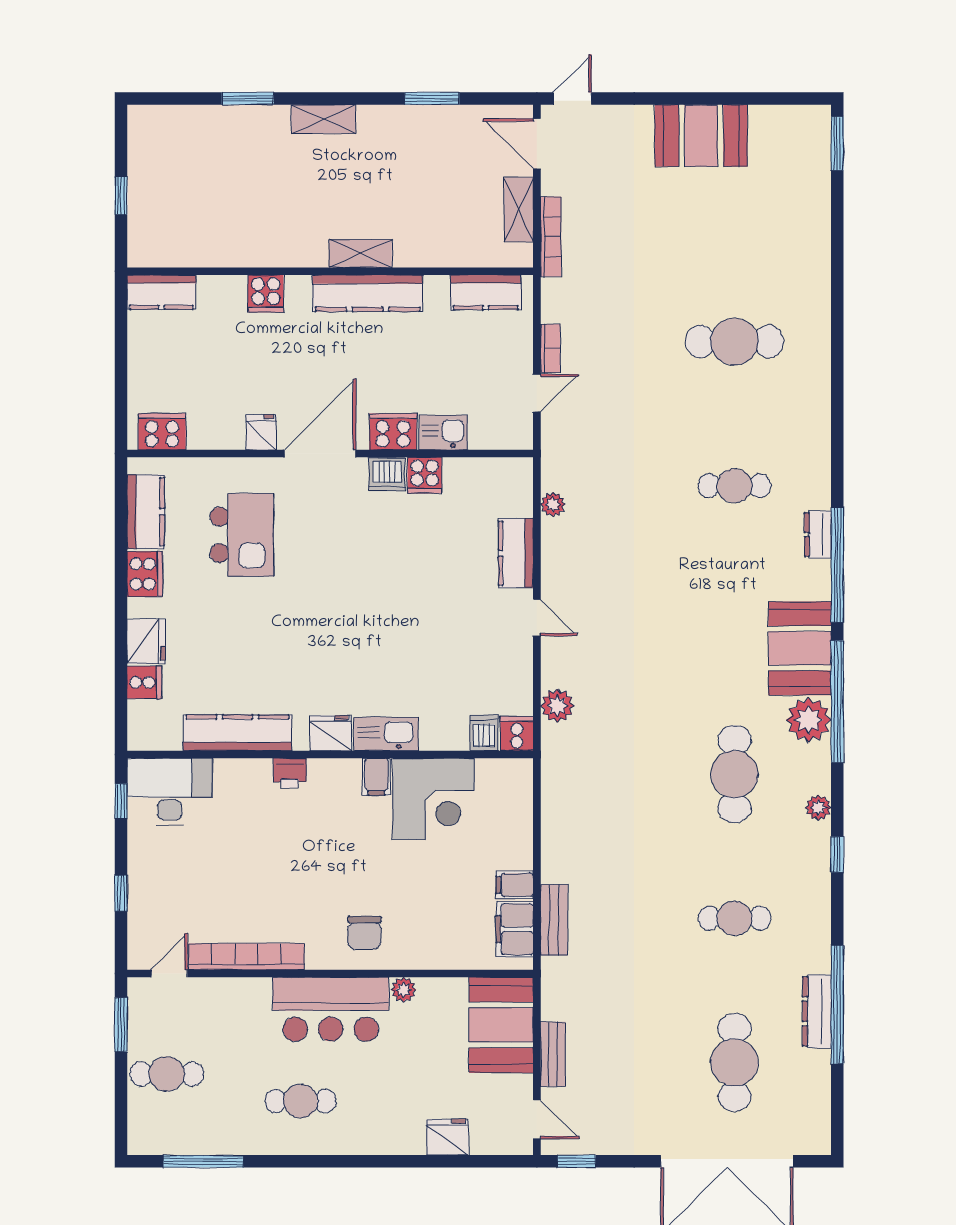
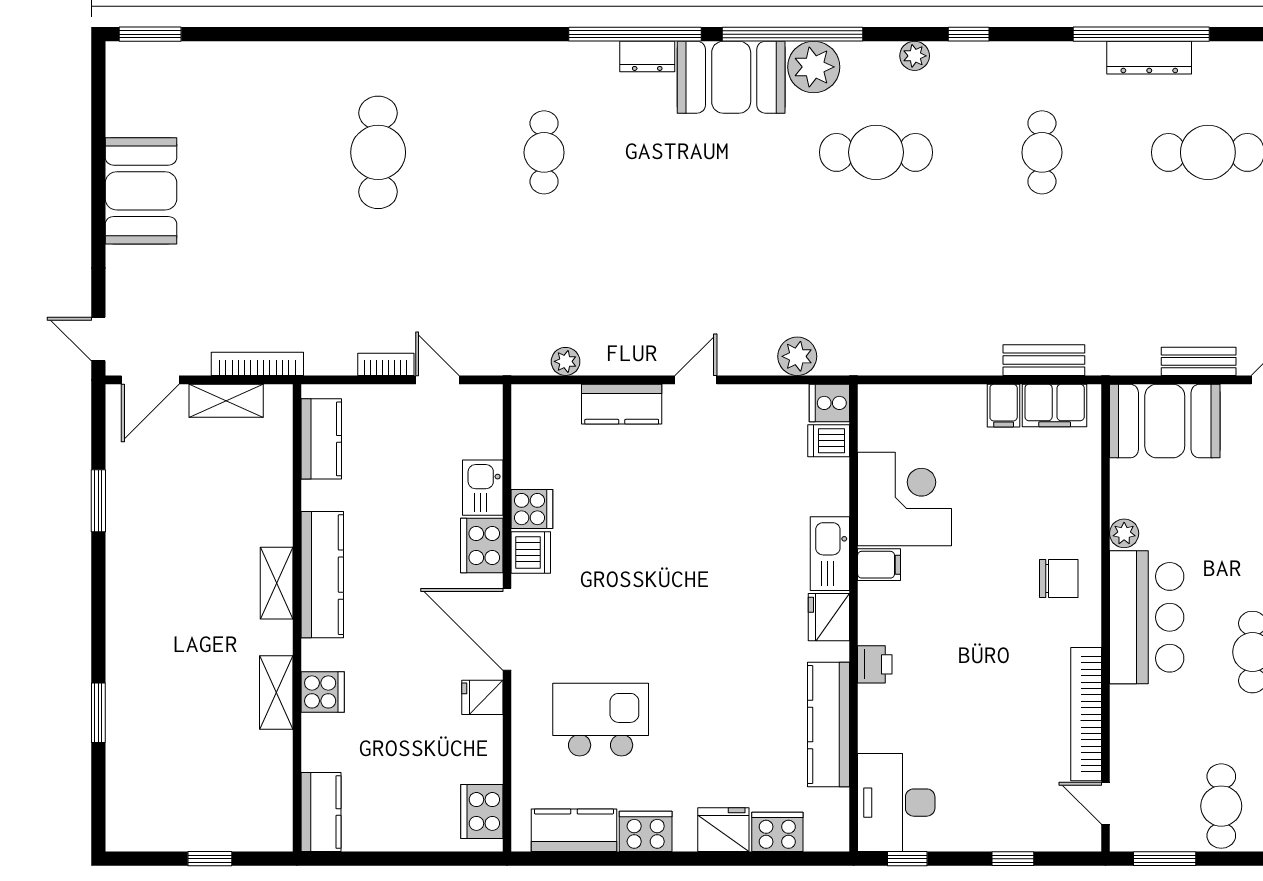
shelving: (324, 119) -> (276, 692), moved
dresser: (818, 535) -> (647, 56), moved
cooker: (144, 682) -> (777, 832), width x1.36

